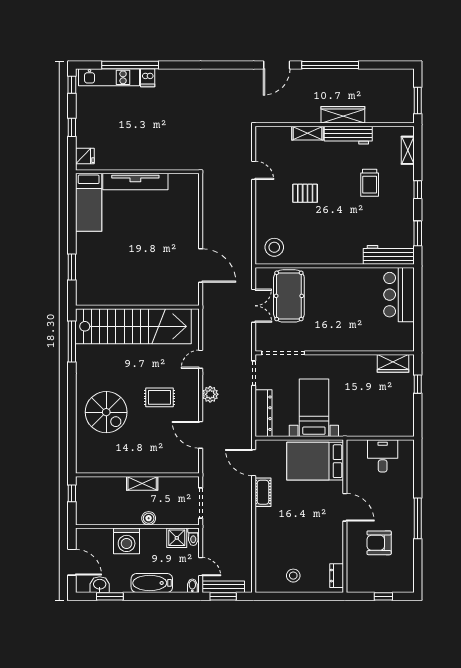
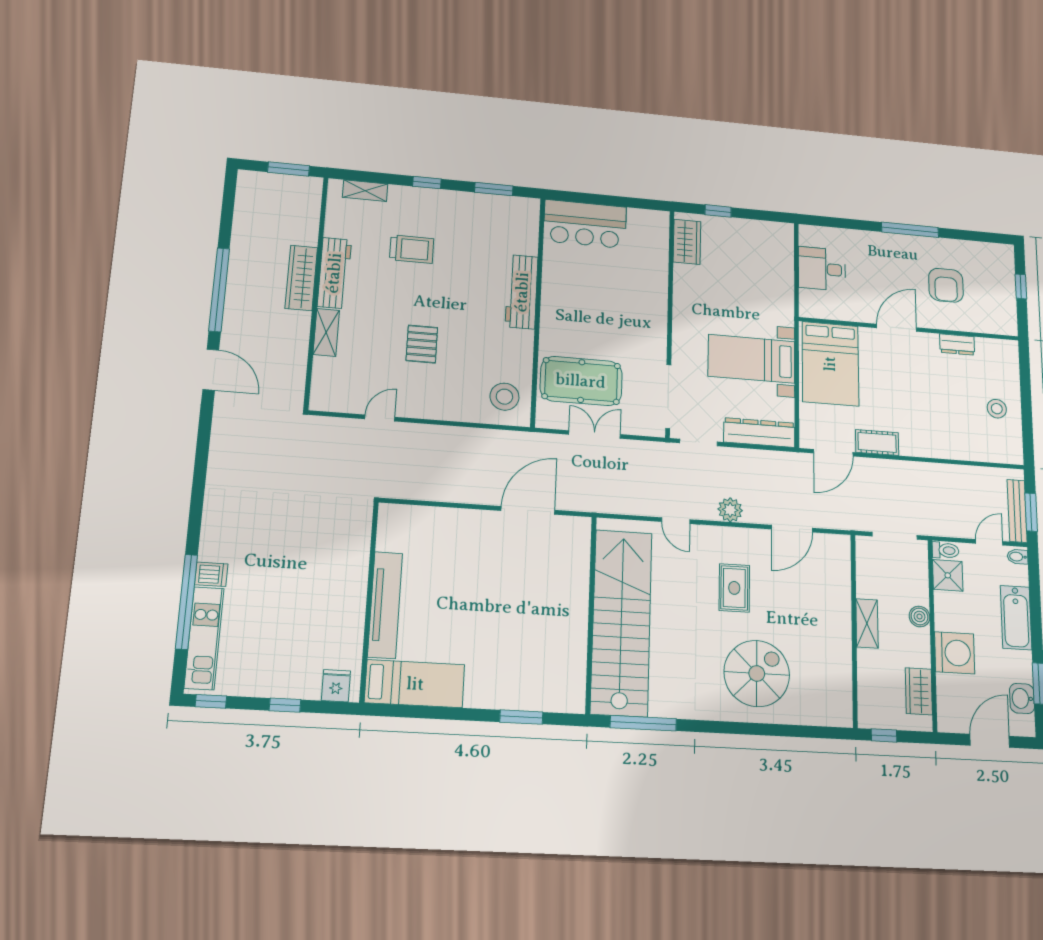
workbench: (389, 255) -> (522, 292), moved
wardrobe: (101, 517) -> (919, 691), added
dresser: (337, 576) -> (957, 344), moved

